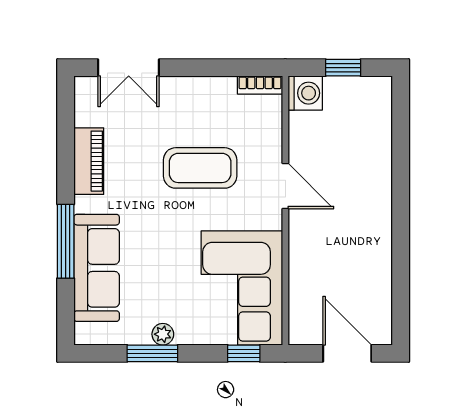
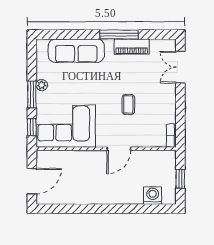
washing machine: (305, 93) -> (153, 196), moved, turned 180
coffee table: (200, 168) -> (128, 105), width x0.54, depth x0.58
window: (66, 241) -> (119, 35), moved
window: (152, 353) -> (32, 95), moved

